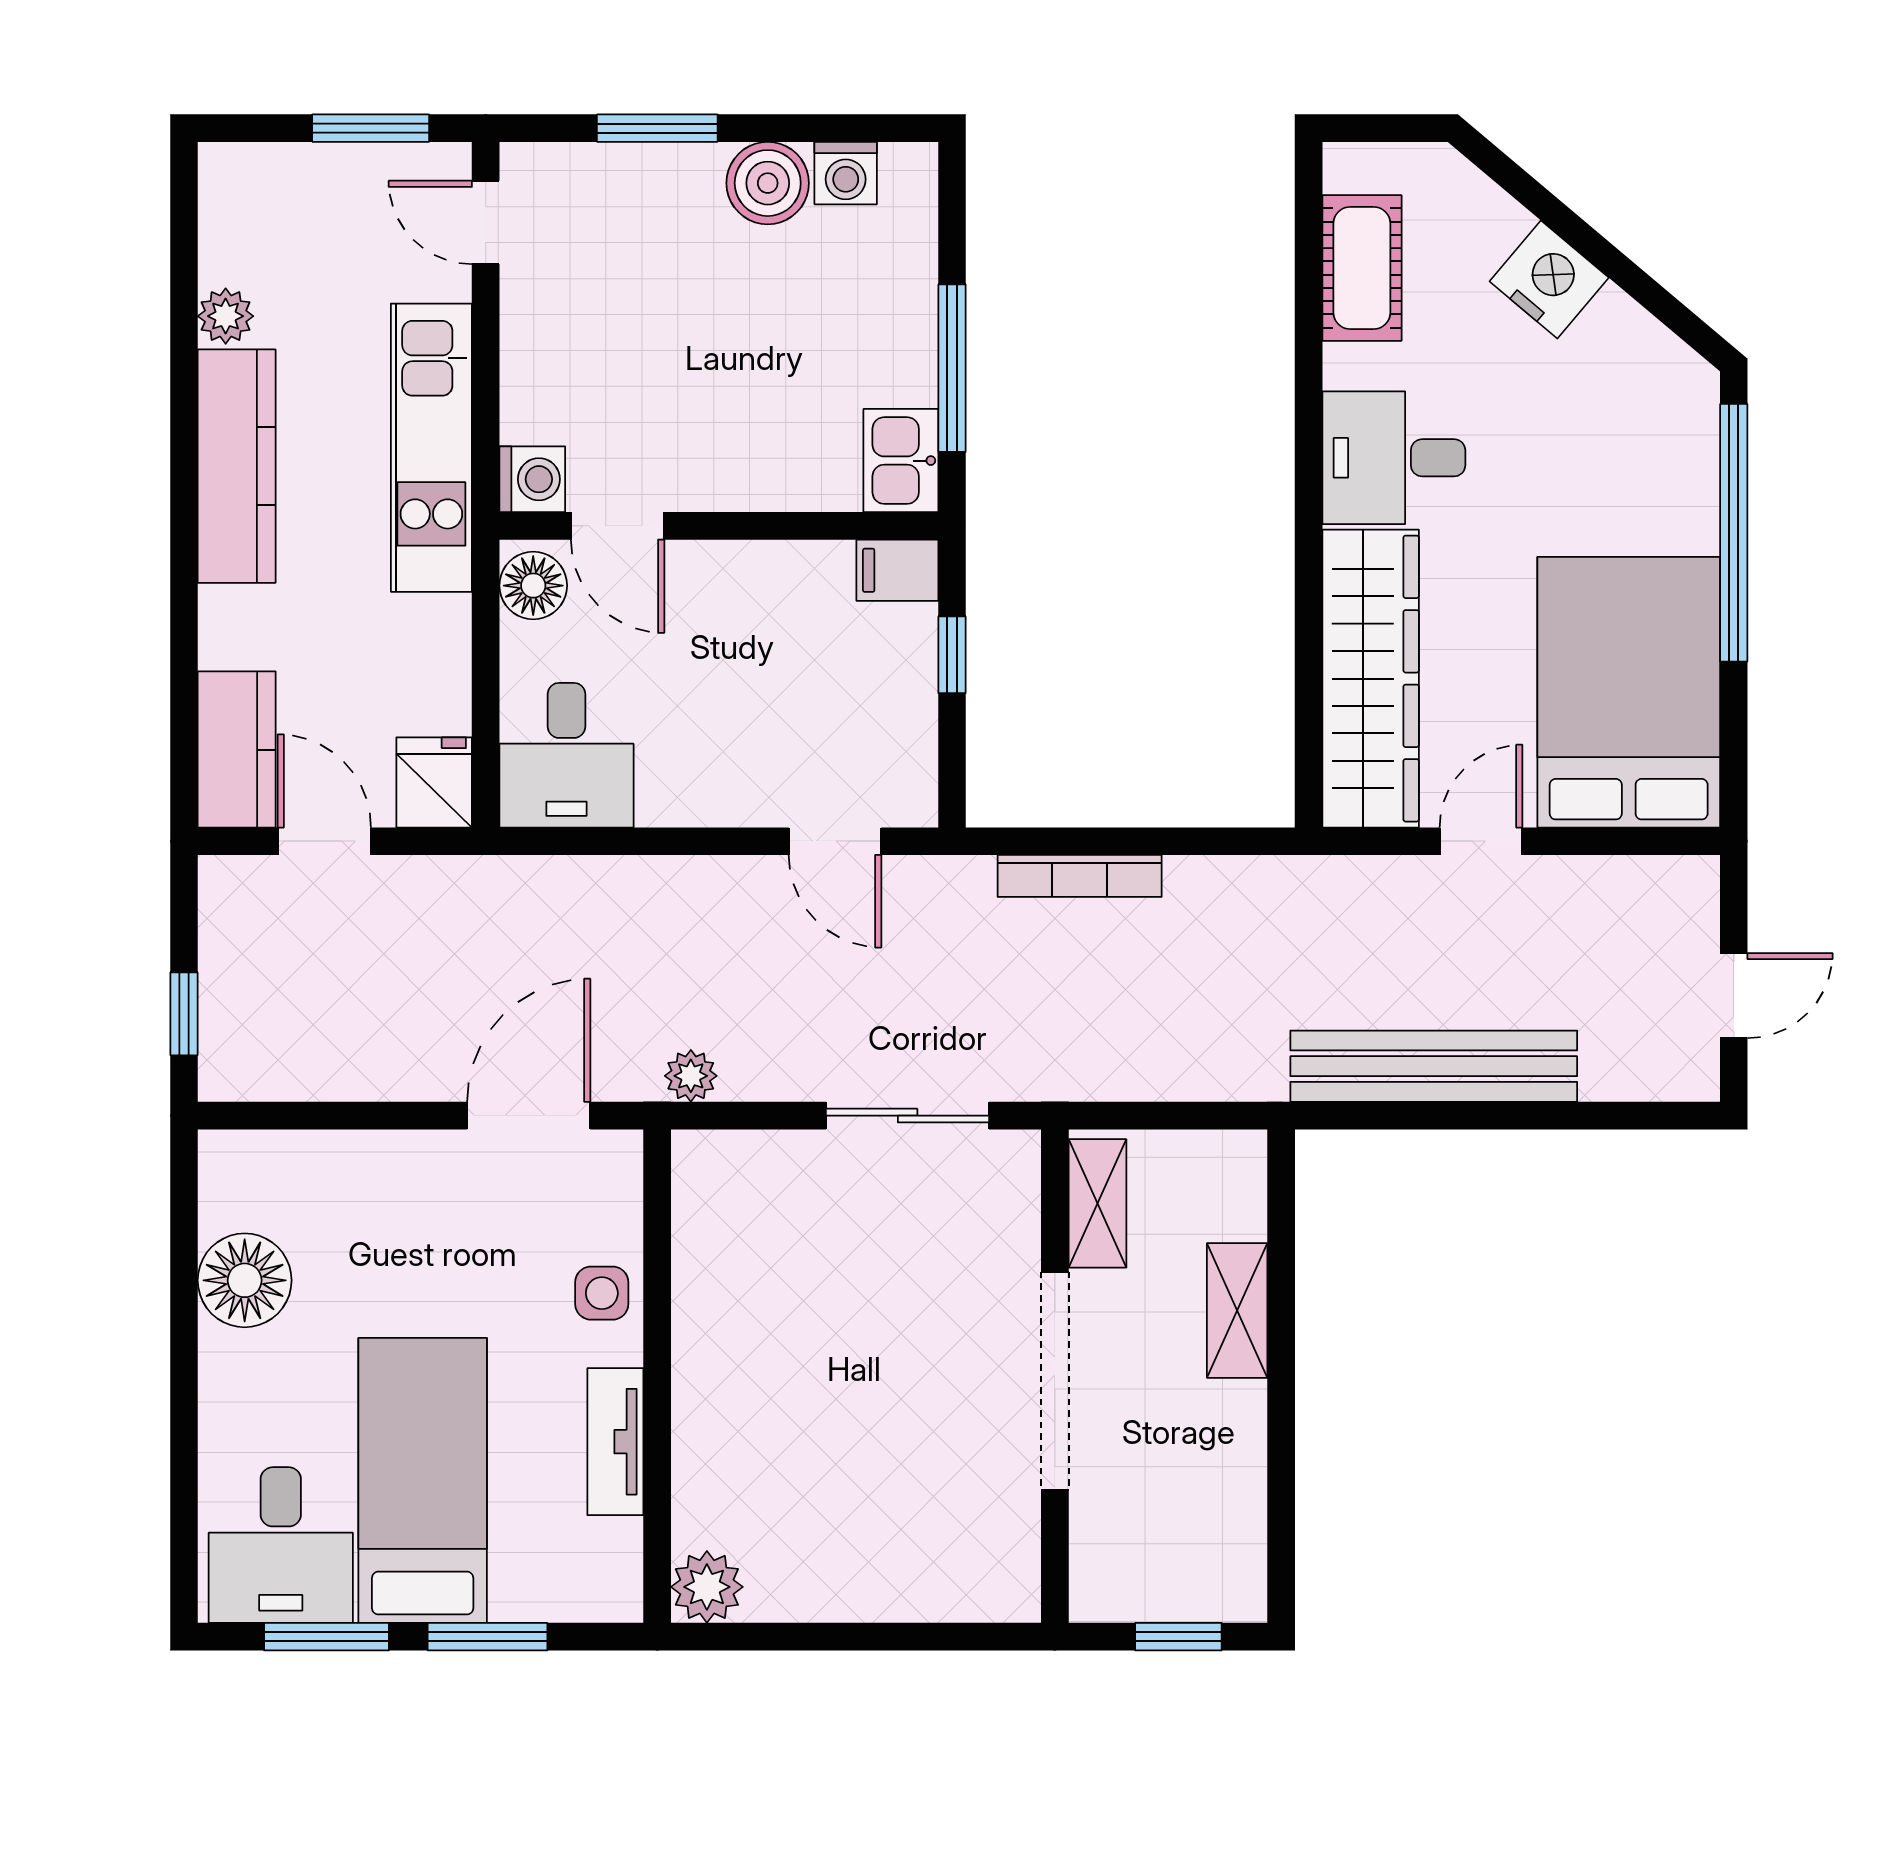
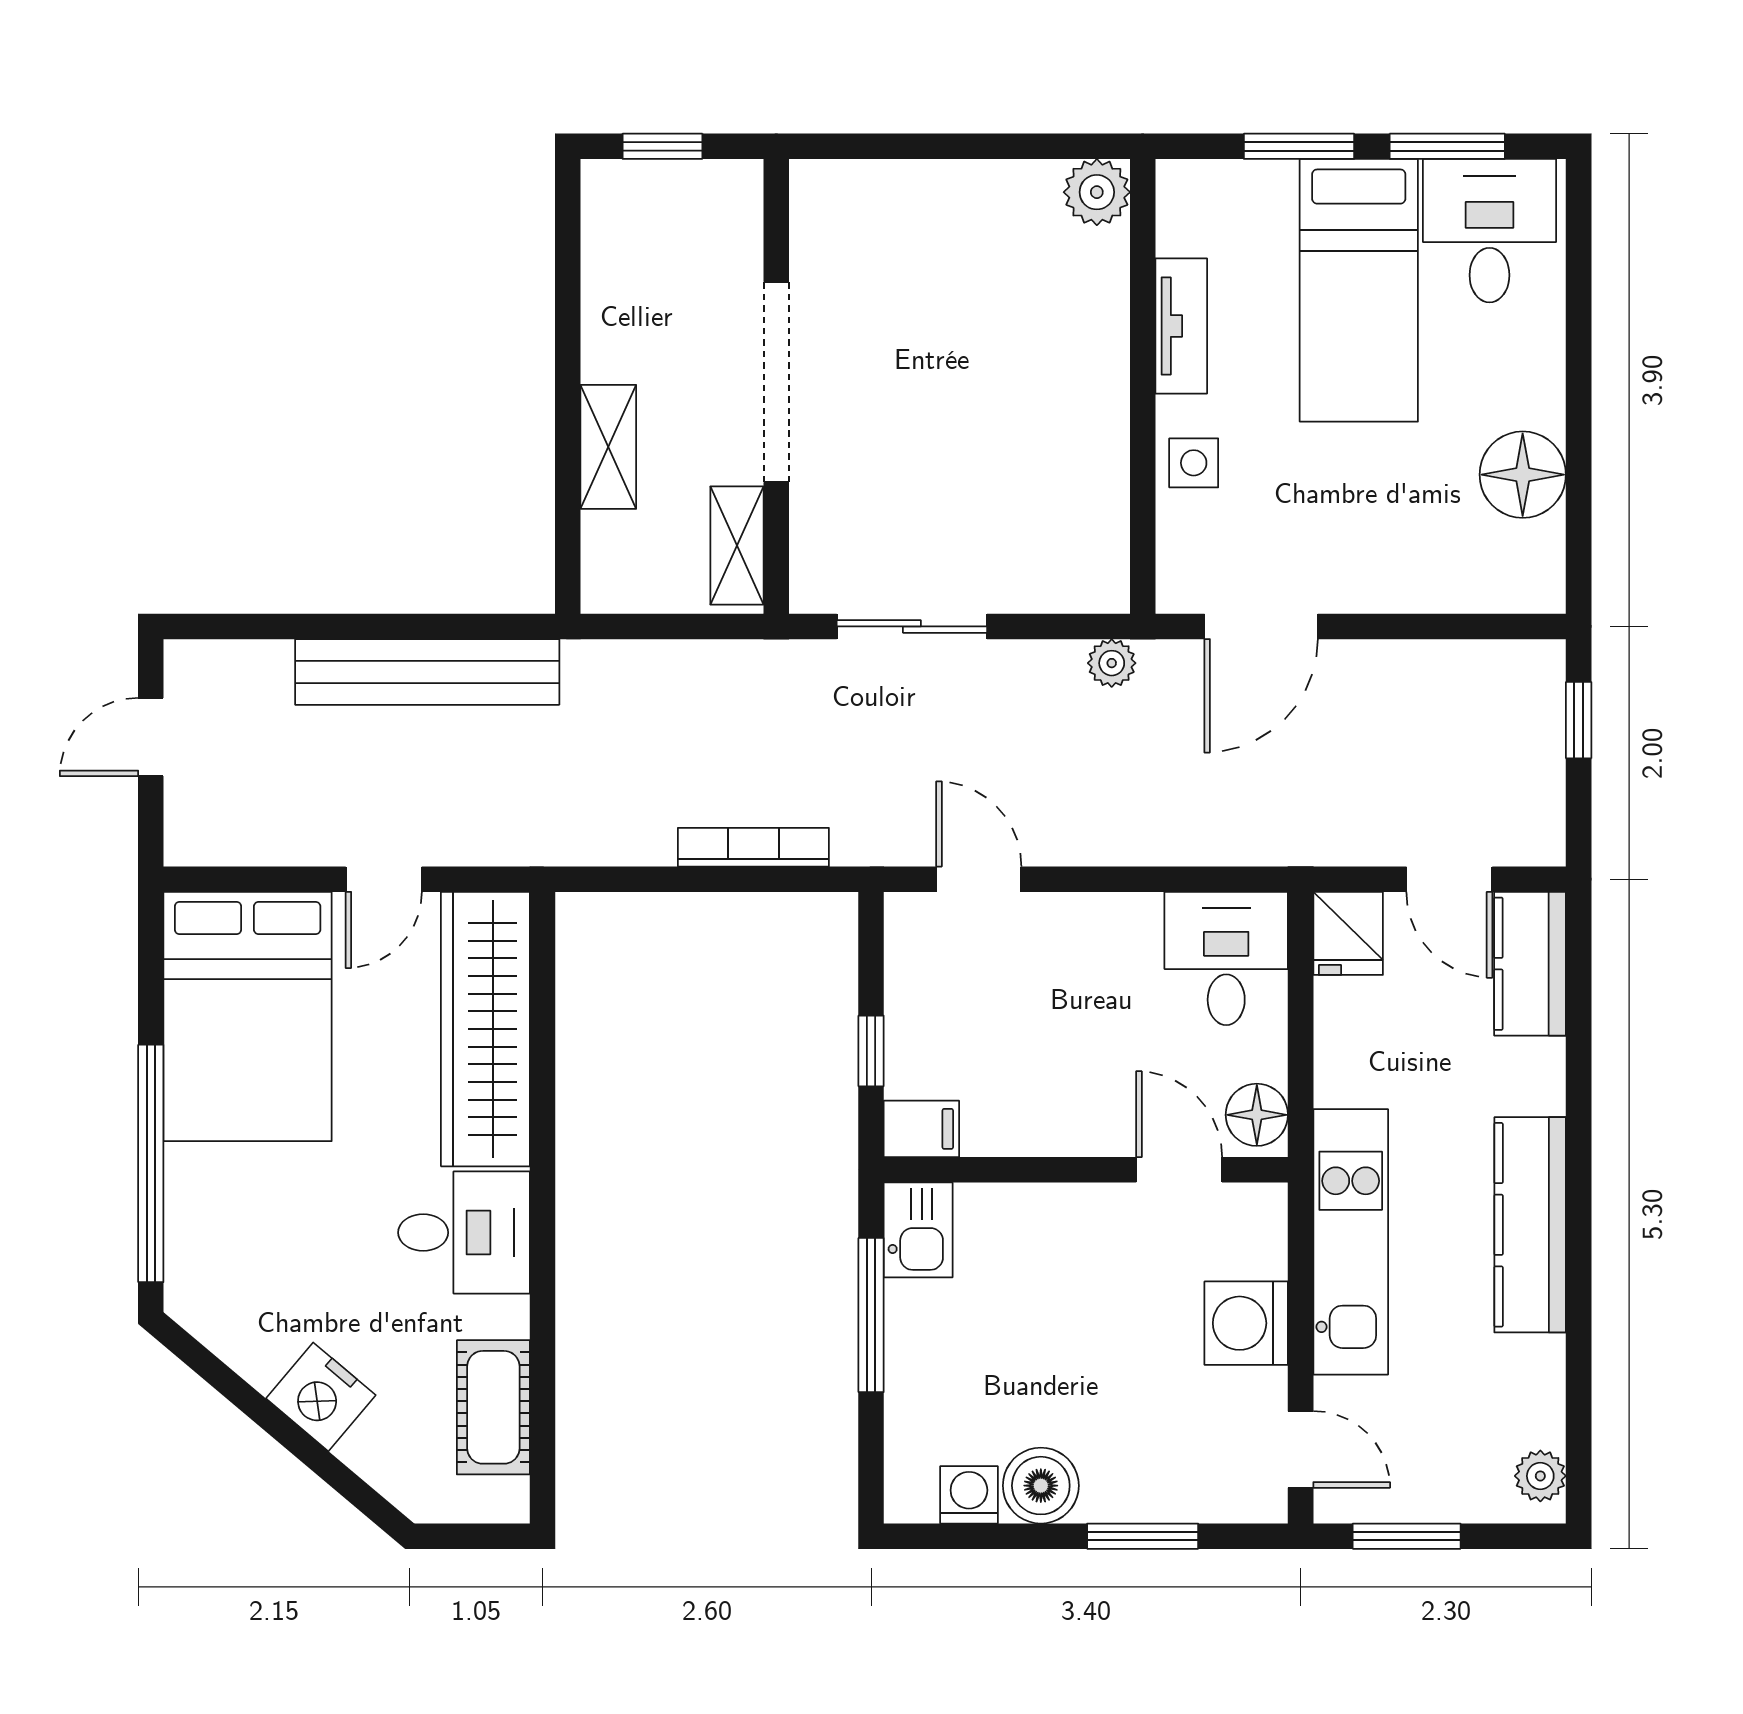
plant: (226, 316) -> (1540, 1476), moved
washing machine: (532, 479) -> (1246, 1323), moved, width x1.38, depth x1.38

